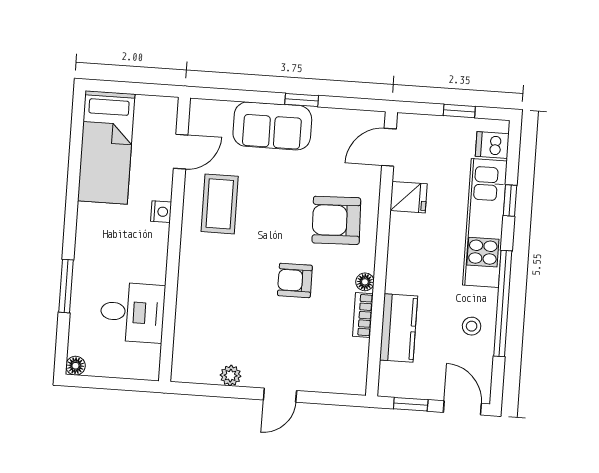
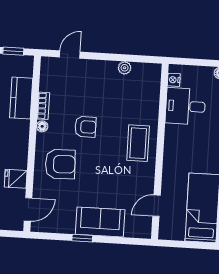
coffee table: (220, 204) -> (138, 143), moved
nightstand: (161, 212) -> (174, 80), moved
door: (280, 395) -> (70, 55), moved

